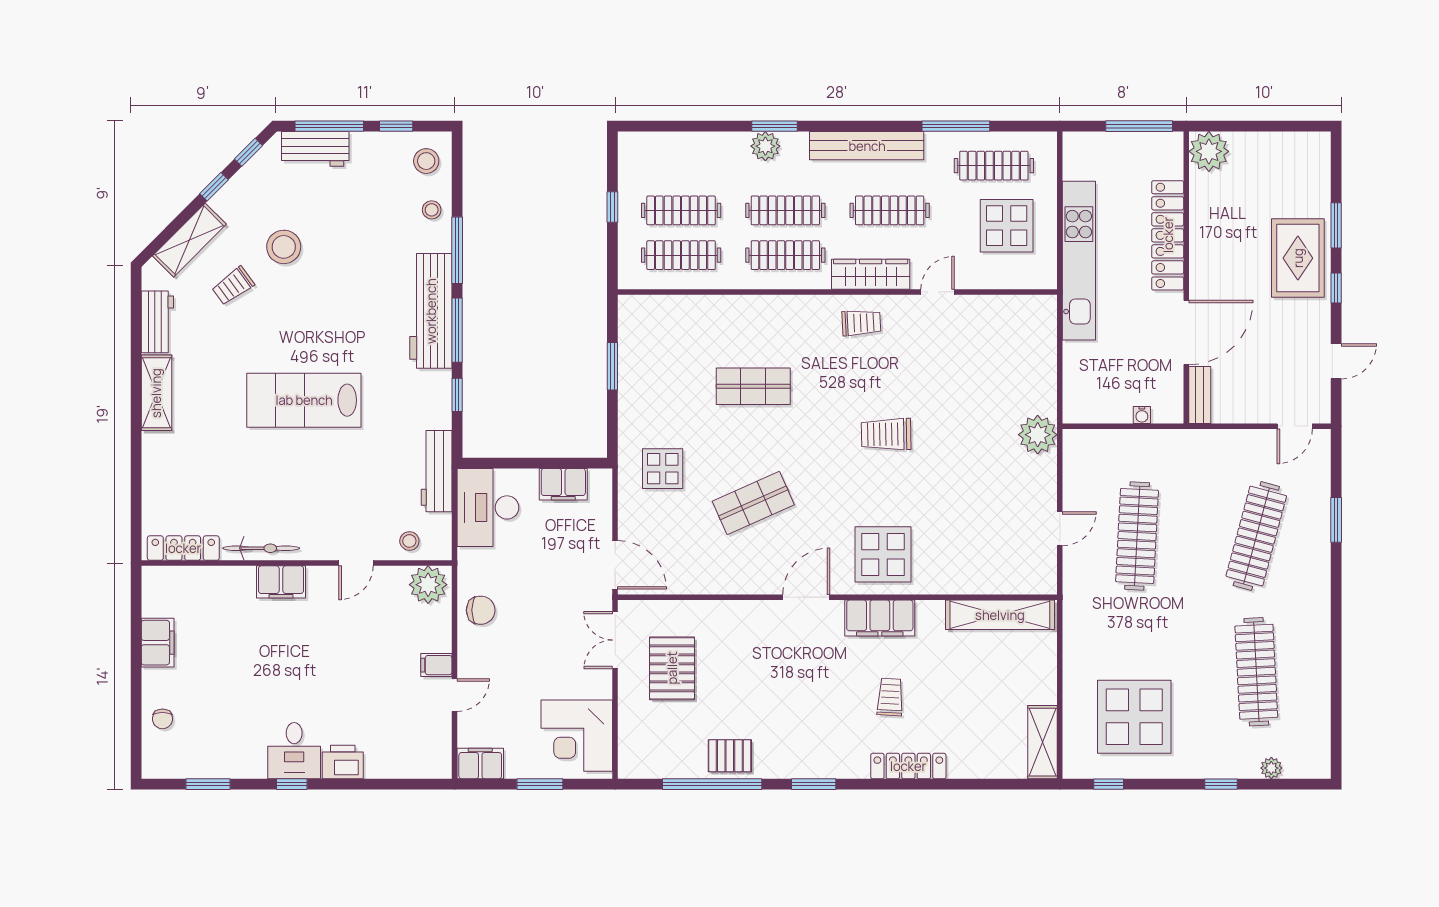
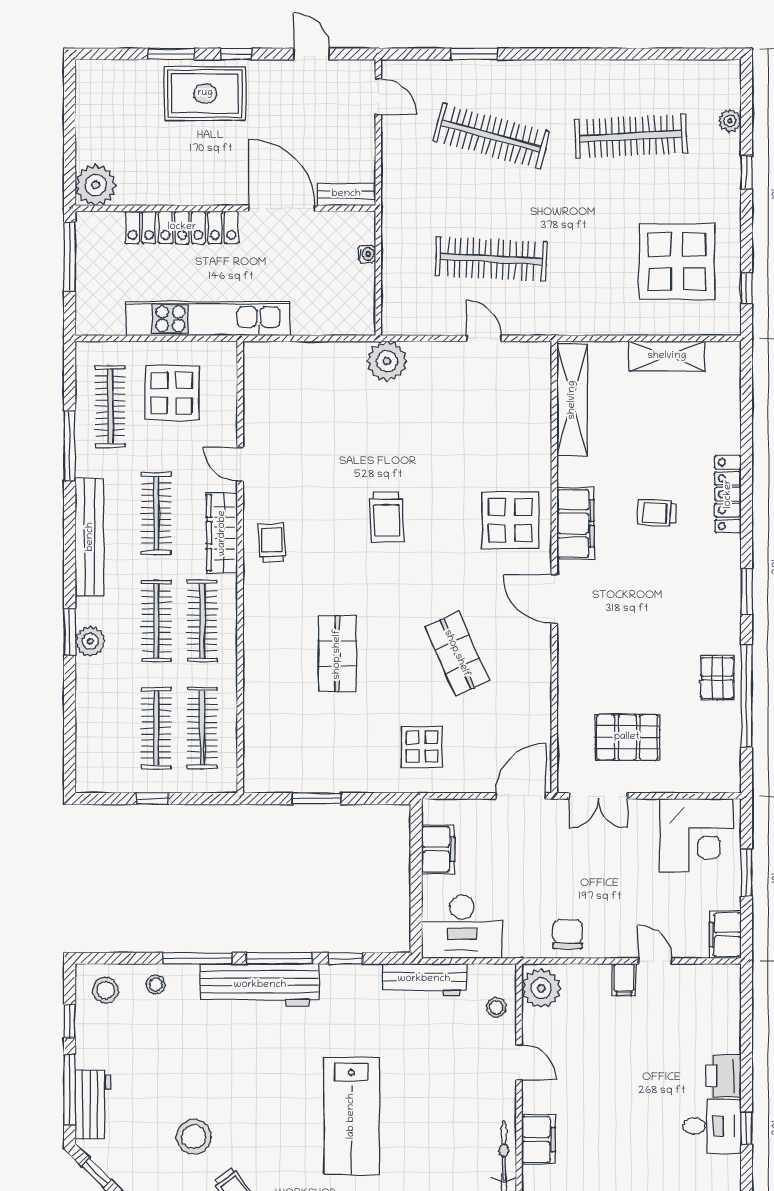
shelving: (1043, 742) -> (667, 356), moved

